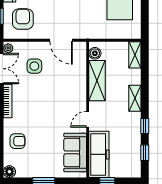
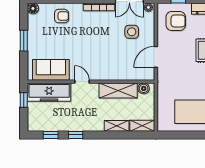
shelving: (135, 98) -> (117, 126), moved
armchair: (18, 141) -> (62, 16), turned -90

